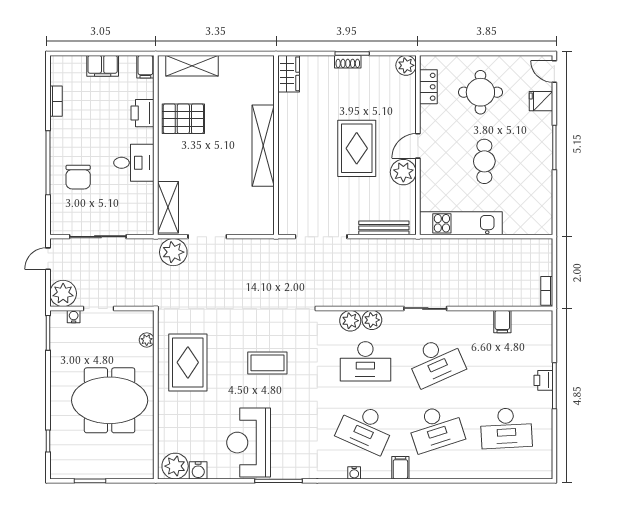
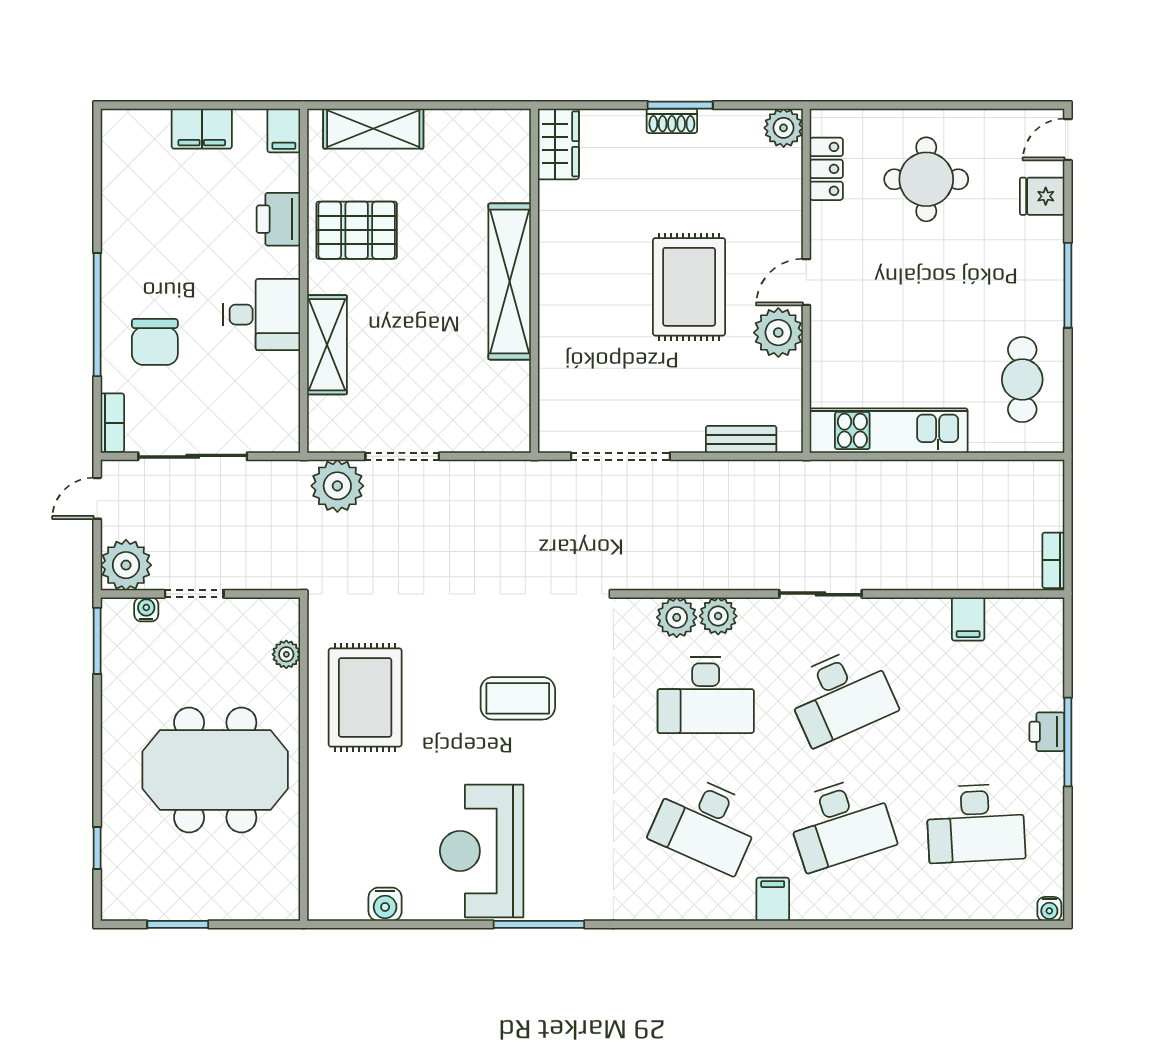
door: (554, 71) -> (1068, 140), hinge flipped
bookcase: (56, 101) -> (112, 423), moved
cafe table: (484, 161) -> (1022, 380), moved
shelving: (168, 207) -> (327, 345), moved
bench: (384, 228) -> (741, 439), width x0.73
plant: (175, 466) -> (341, 896), removed
water cooler: (354, 473) -> (1049, 909), moved

